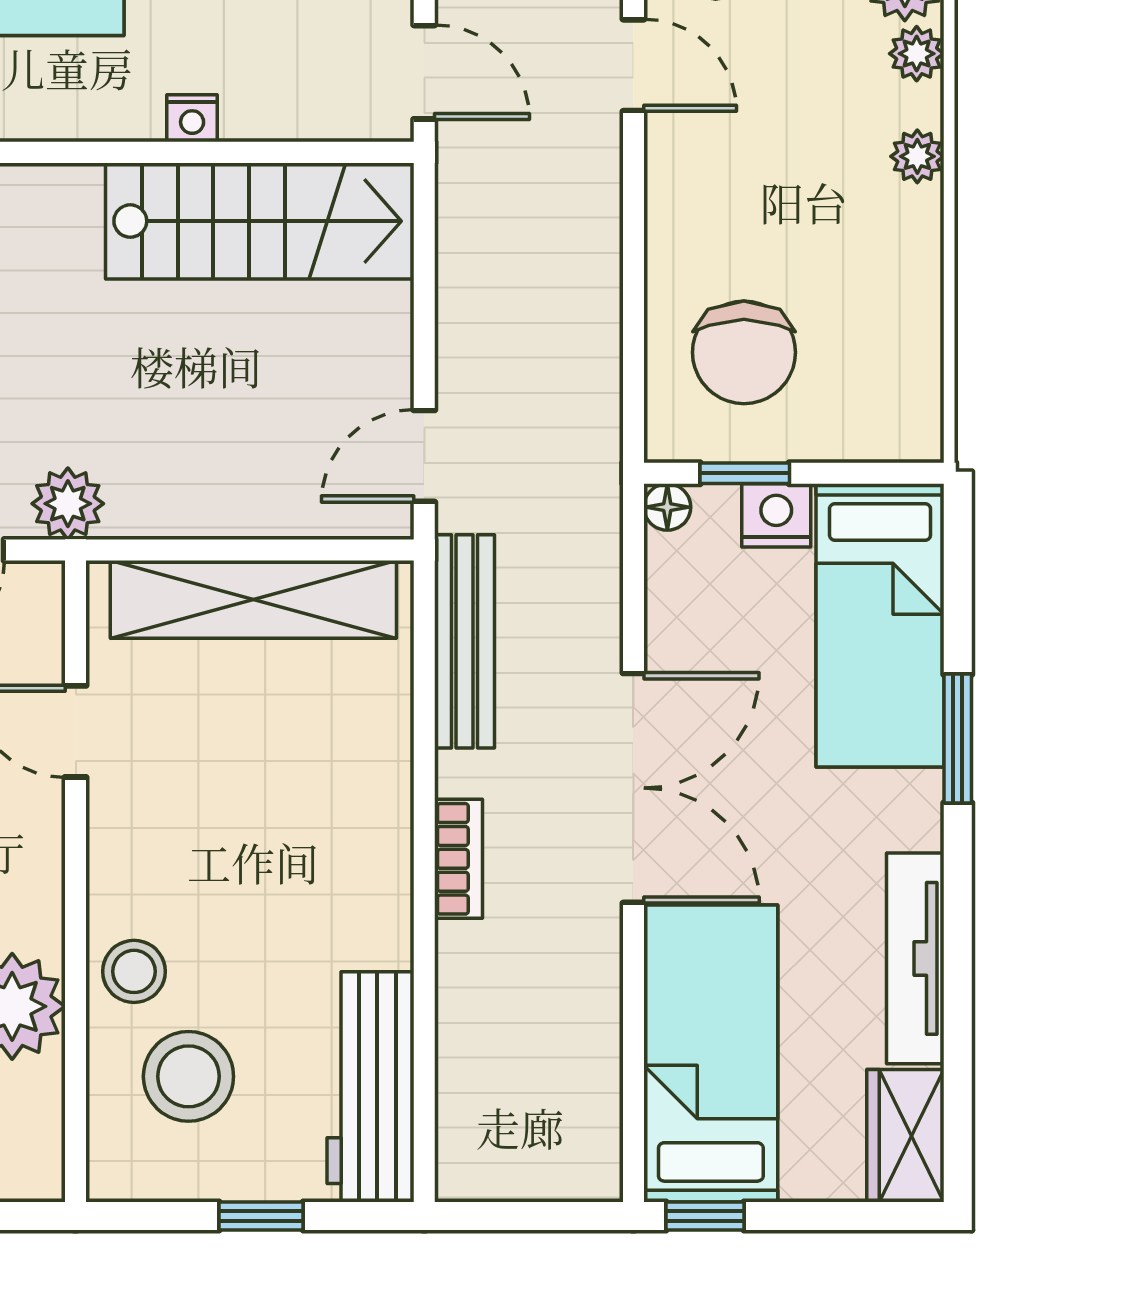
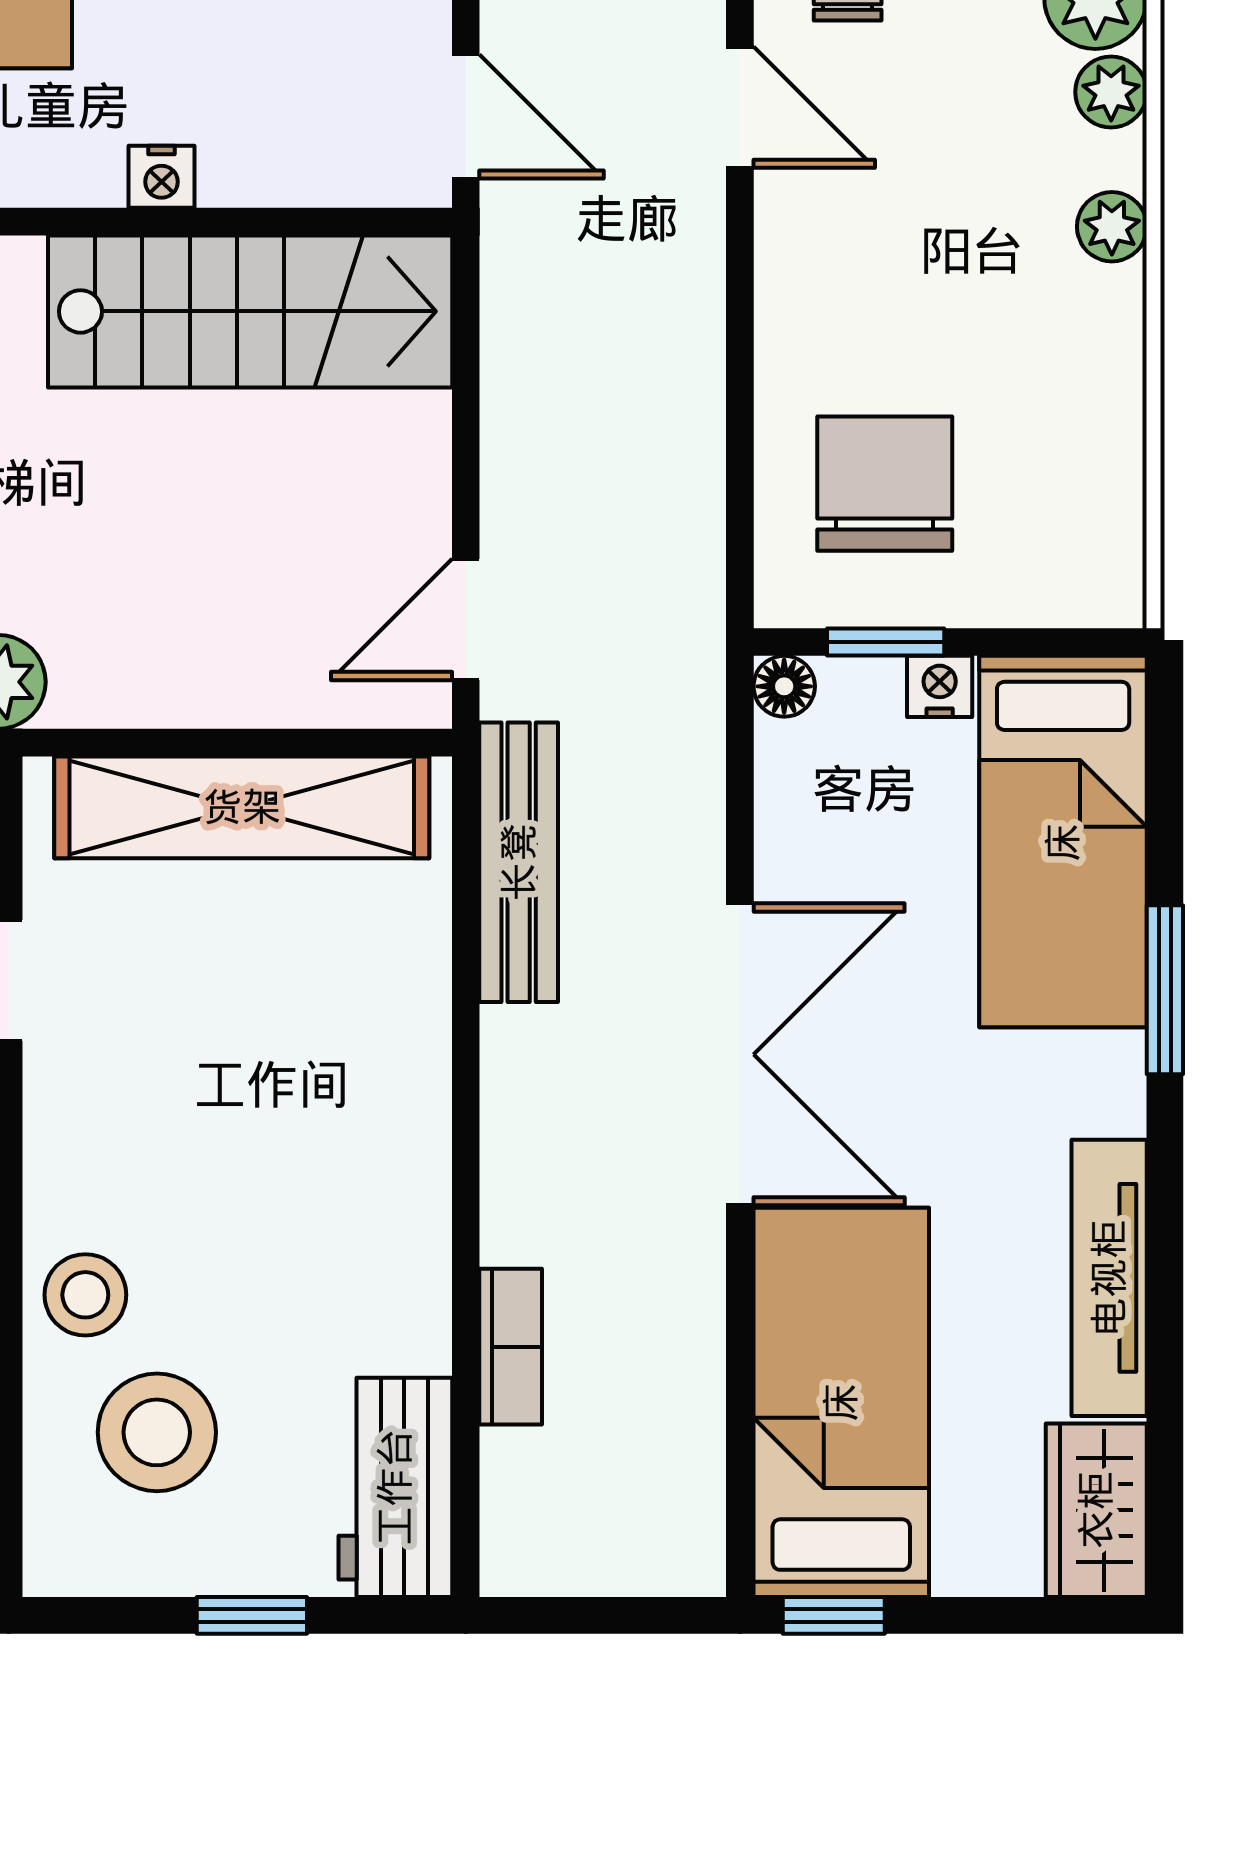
chair: (744, 352) -> (885, 484), turned 180
nightstand: (776, 515) -> (940, 686), width x0.72, depth x0.74
bookcase: (459, 859) -> (511, 1347), moved
workbench: (370, 1087) -> (395, 1487), width x0.73

